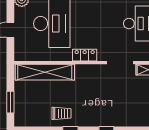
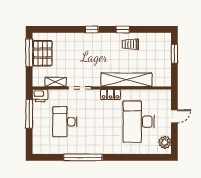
shelving: (45, 72) -> (127, 80), moved

